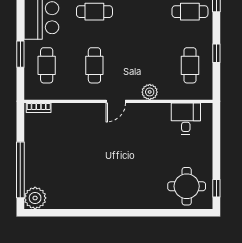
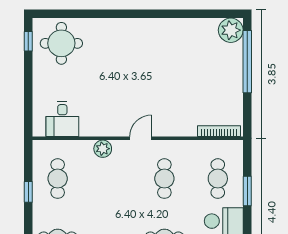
bookcase: (39, 108) -> (219, 131), width x1.56

